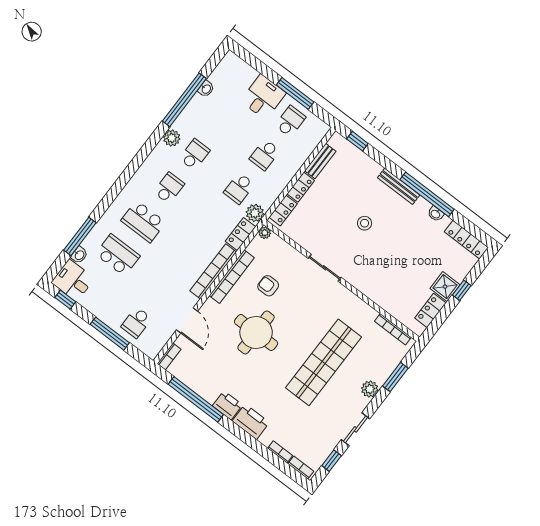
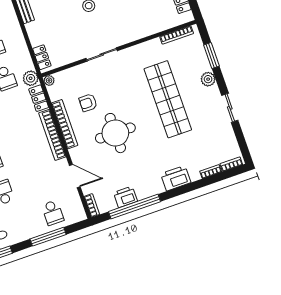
locker: (301, 187) -> (34, 34), removed
printer: (227, 405) -> (125, 197), moved
window: (332, 461) -> (241, 139), removed

